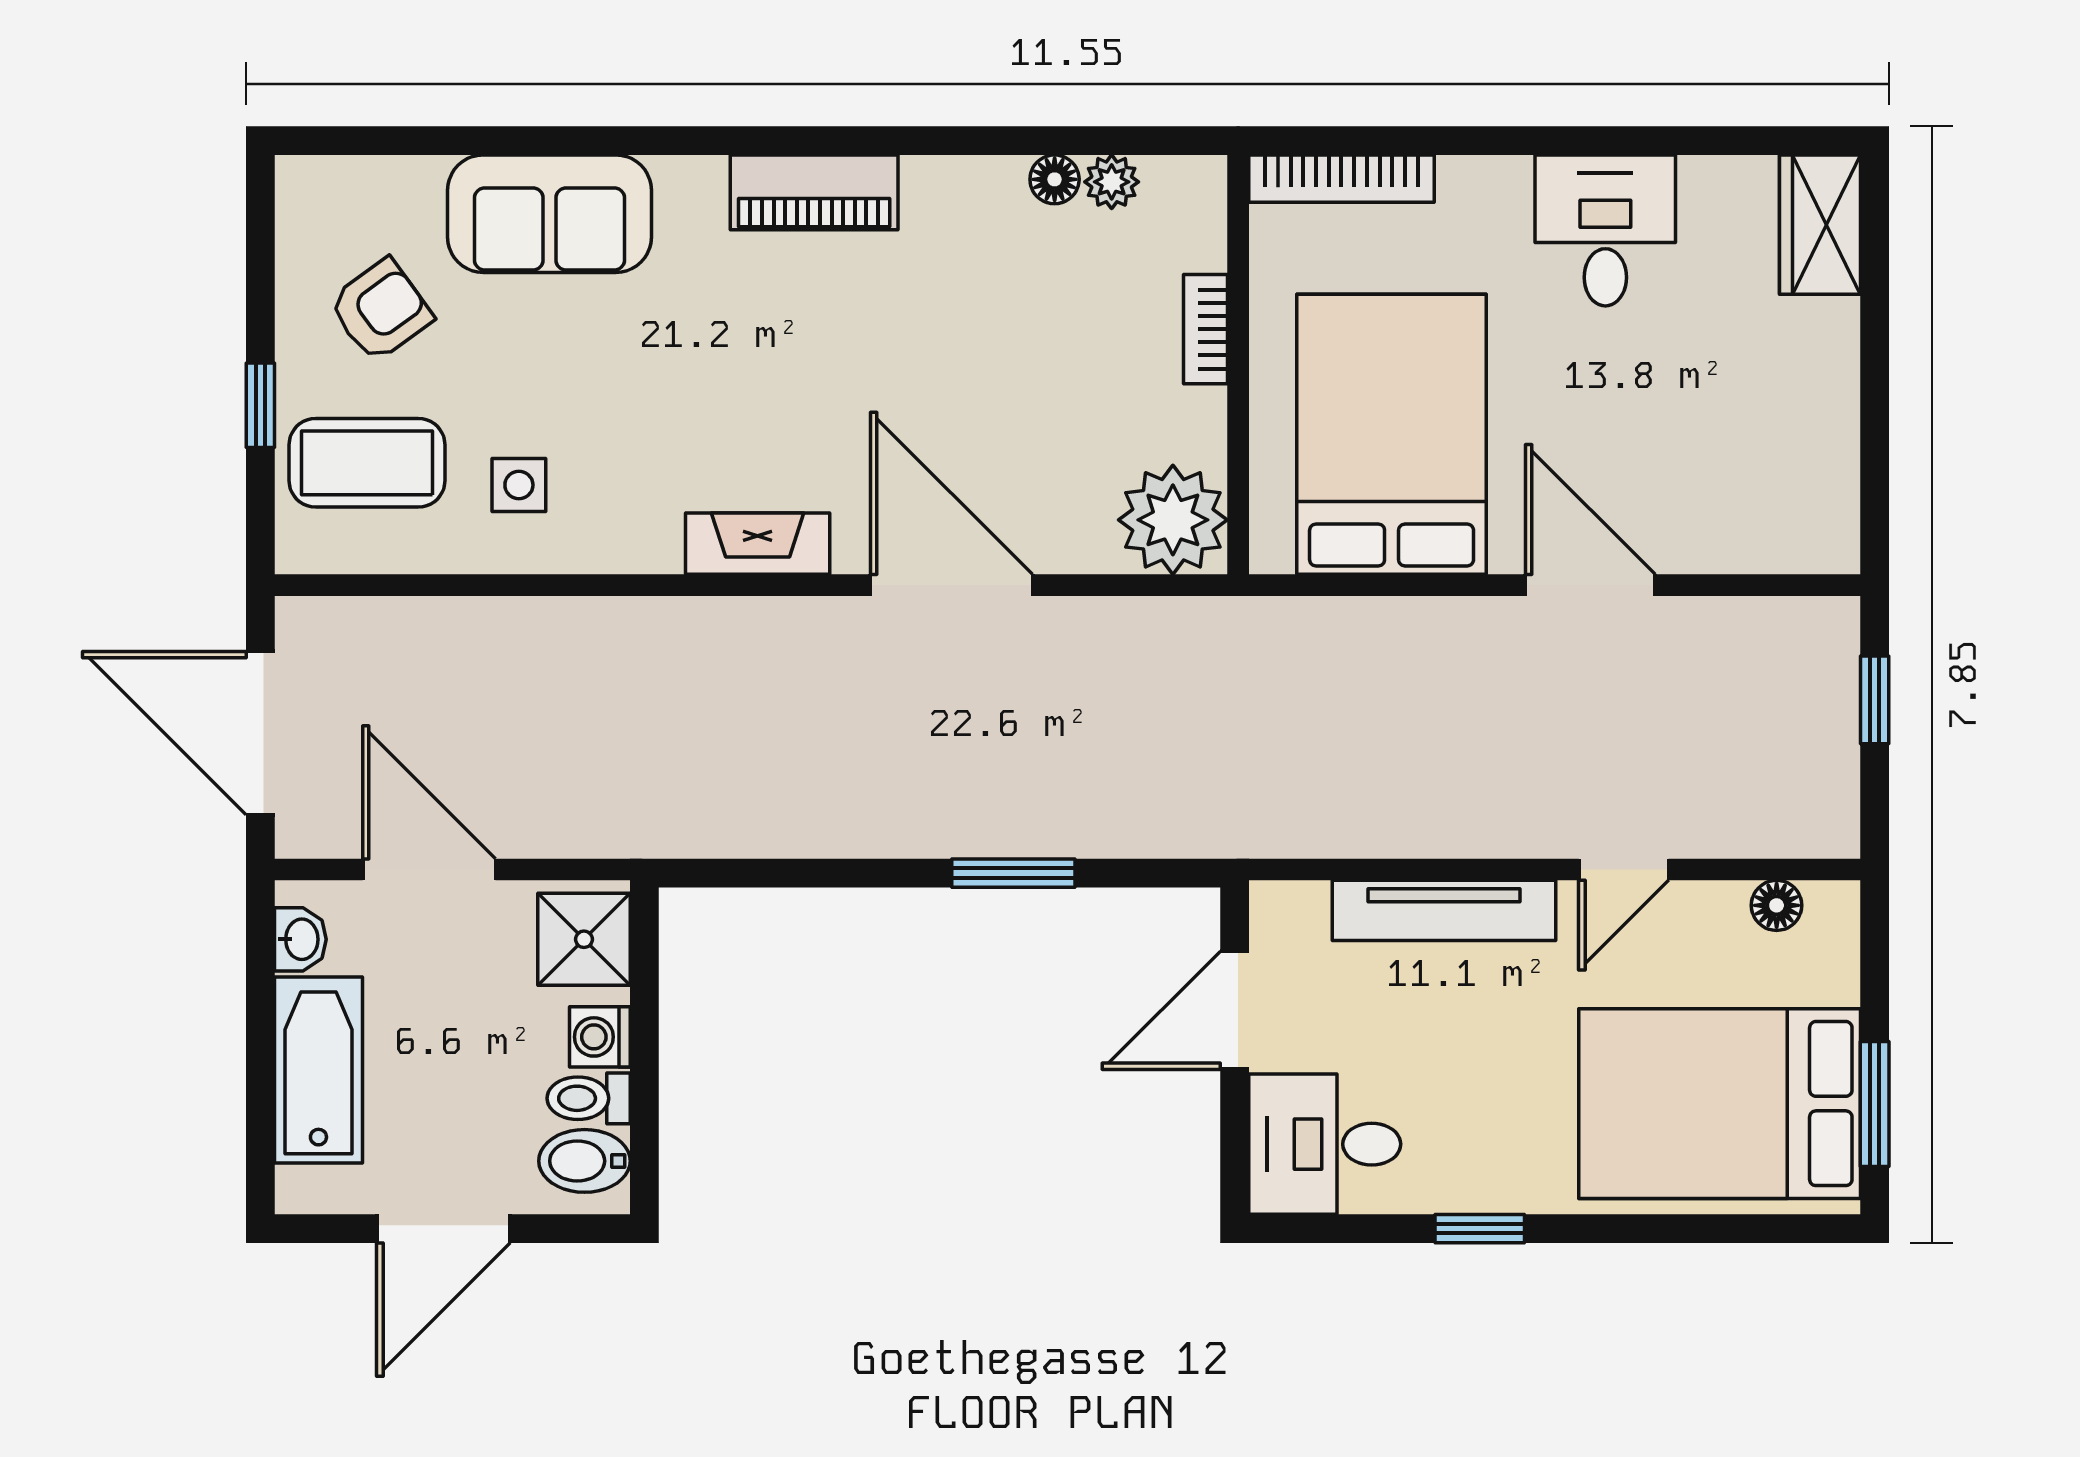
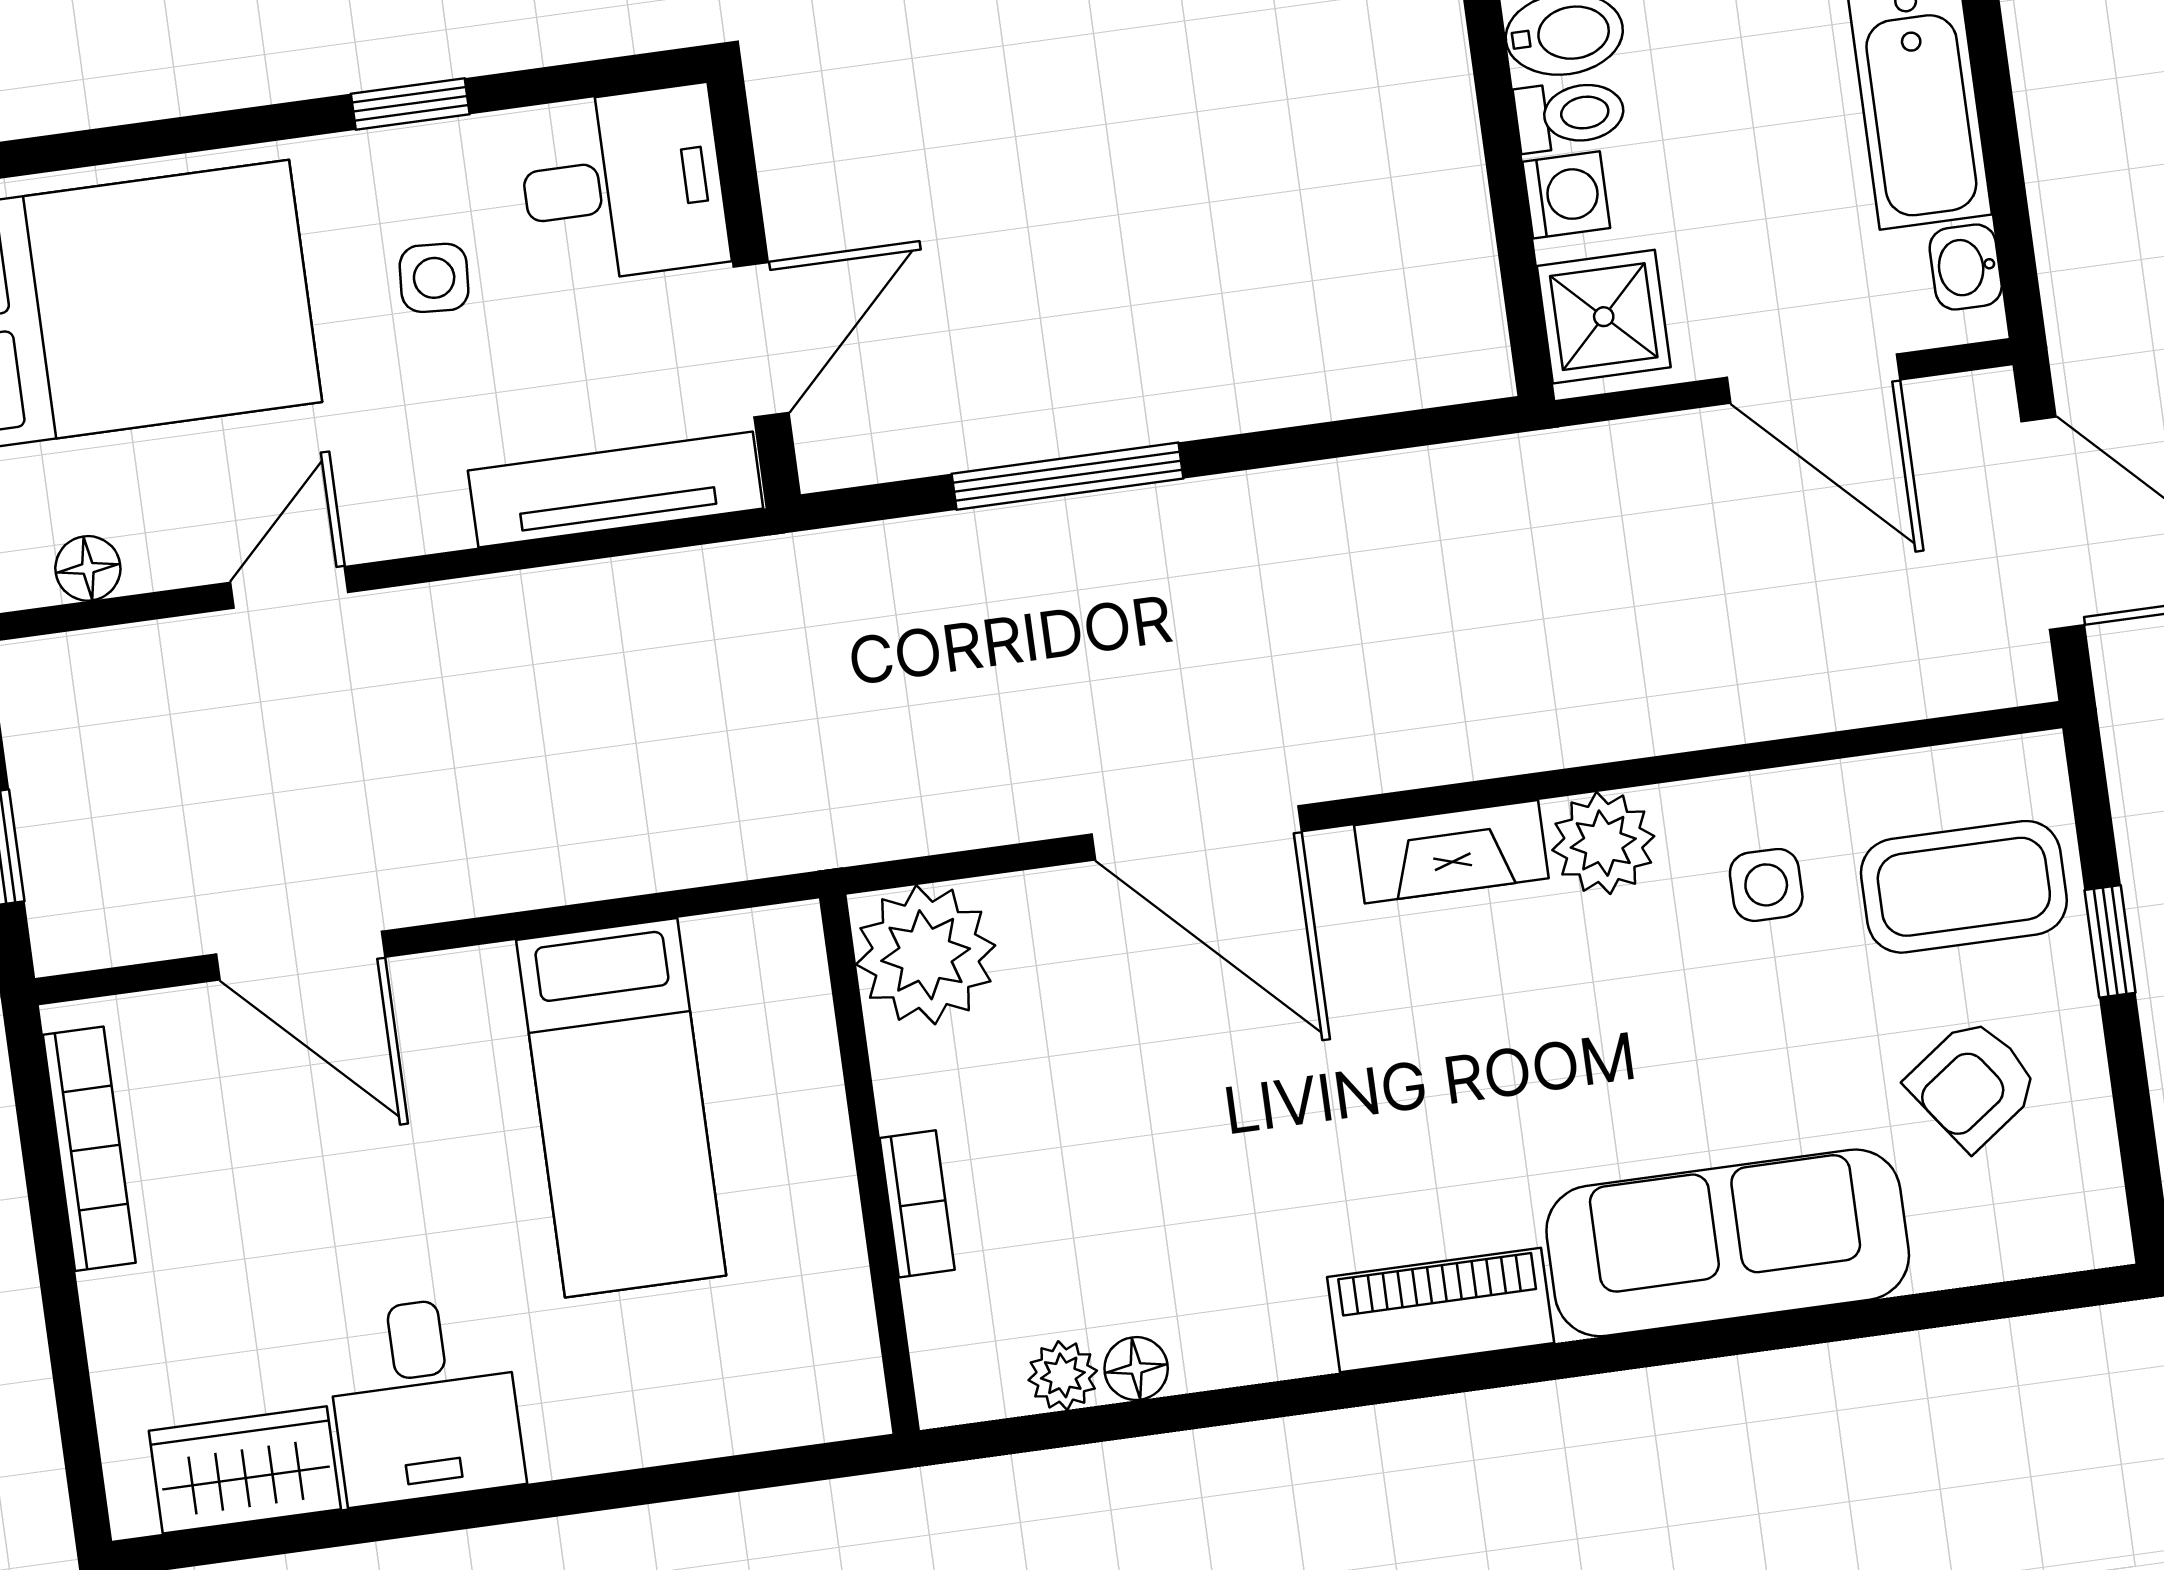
bookcase: (1341, 179) -> (89, 1149), moved, turned 90
sofa: (550, 214) -> (1728, 1243), width x1.36
wardrobe: (1820, 225) -> (245, 1470), moved, turned -90
bed: (1392, 434) -> (621, 1108), width x0.67
plant: (640, 534) -> (1603, 843), added
door: (1590, 585) -> (301, 956), moved
window: (1013, 873) -> (1067, 476), width x1.44
tv unit: (1444, 910) -> (616, 489), moved
side table: (1480, 1092) -> (434, 278), added

